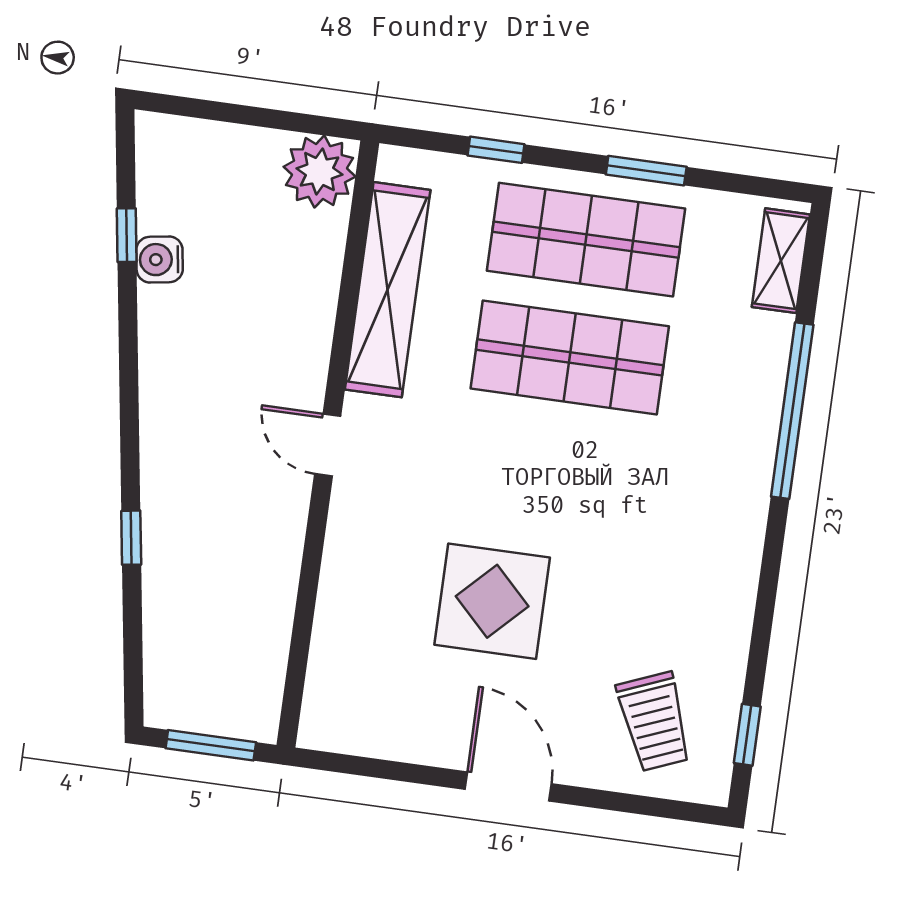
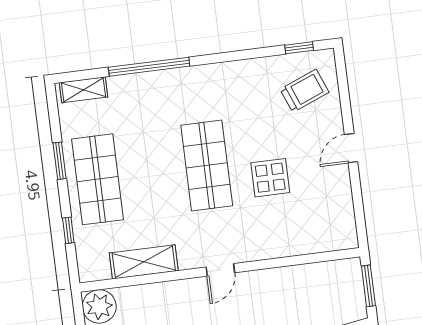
shelving: (388, 290) -> (144, 262), width x0.68
shop shelf: (570, 357) -> (207, 166), moved
display table: (492, 601) -> (270, 178), width x0.73, depth x0.73
door: (508, 787) -> (351, 148), width x0.73

